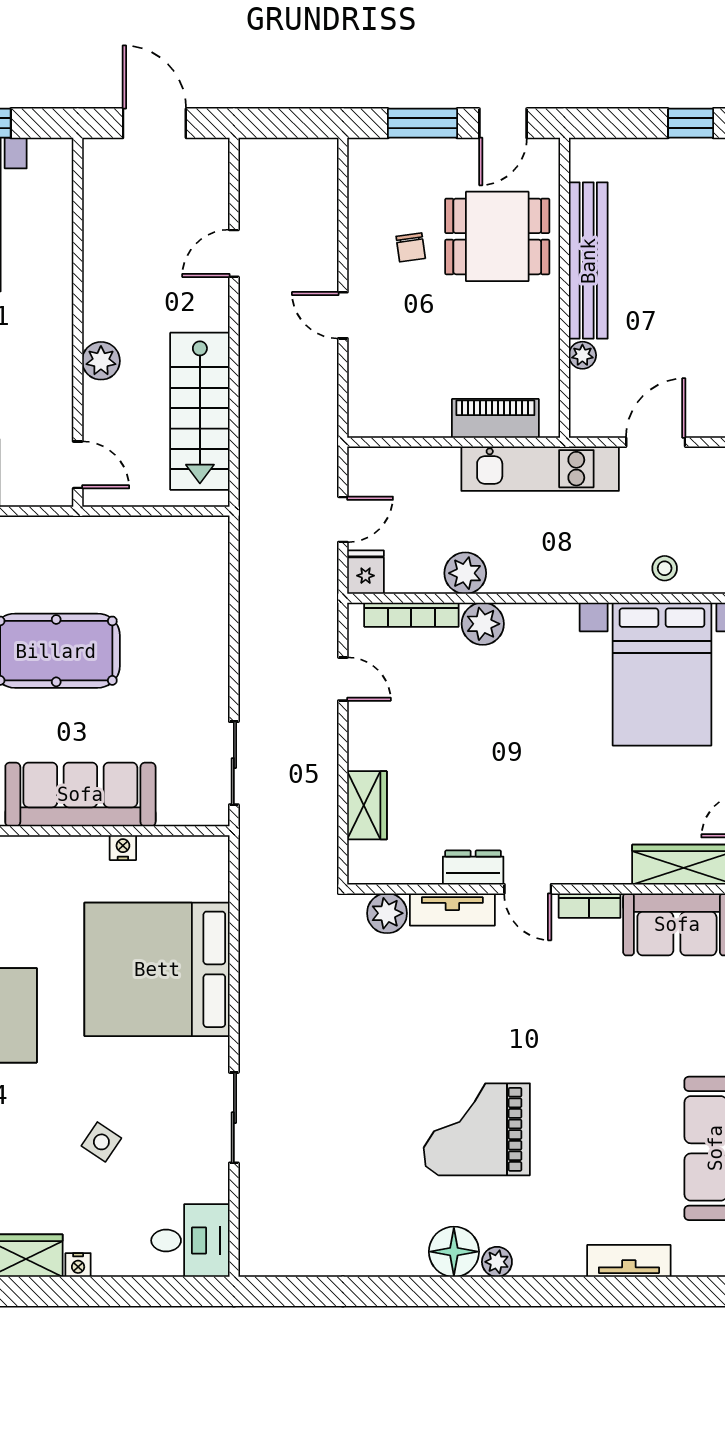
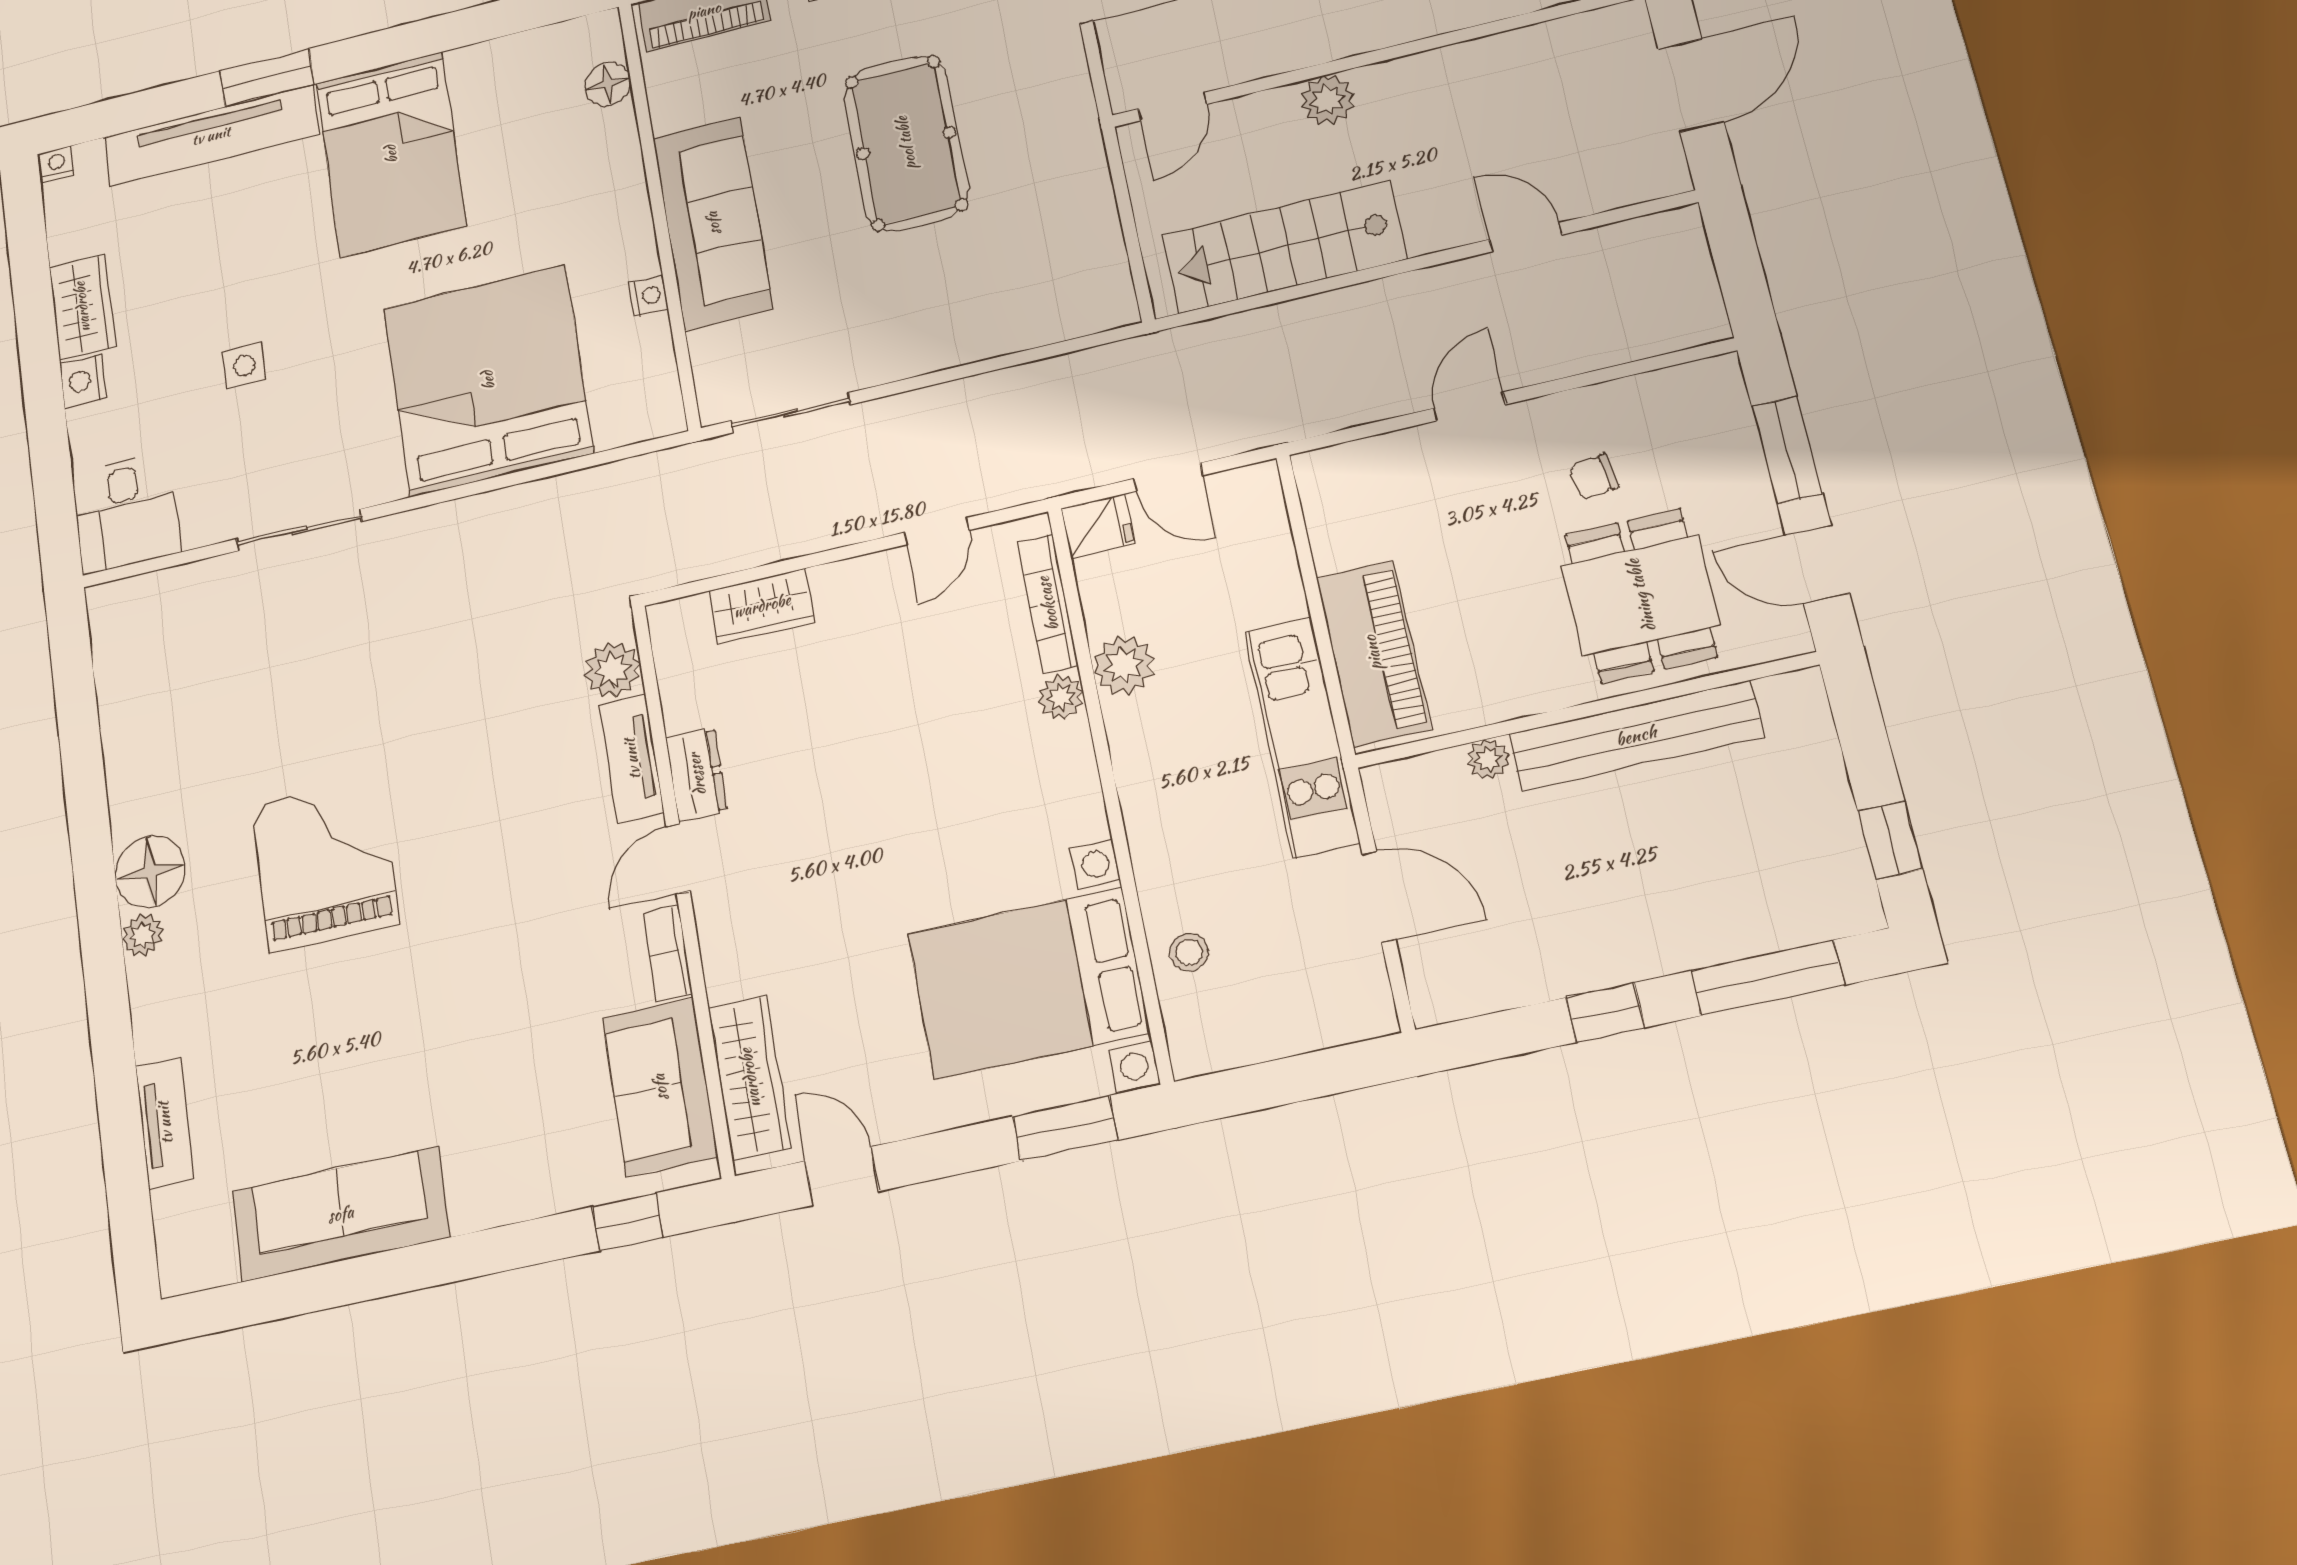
piano: (495, 418) -> (1373, 653), width x1.37, depth x1.33
plant: (483, 624) -> (1061, 697), width x0.73, depth x0.73
side table: (101, 1142) -> (244, 366), turned -34
nightstand: (78, 1265) -> (83, 381), width x1.39, depth x1.35

